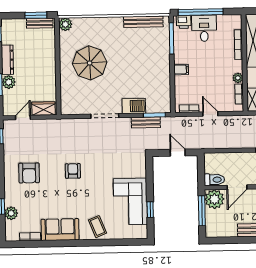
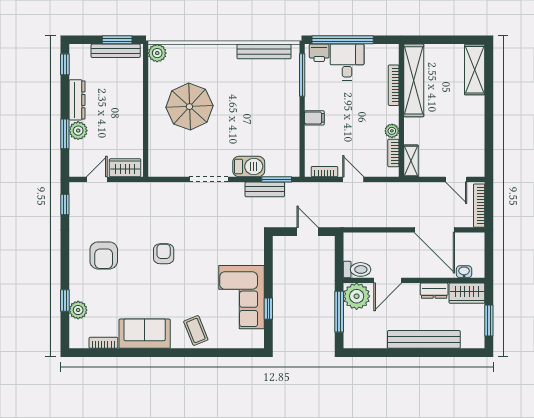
bench: (40, 23) -> (116, 51), width x1.36

